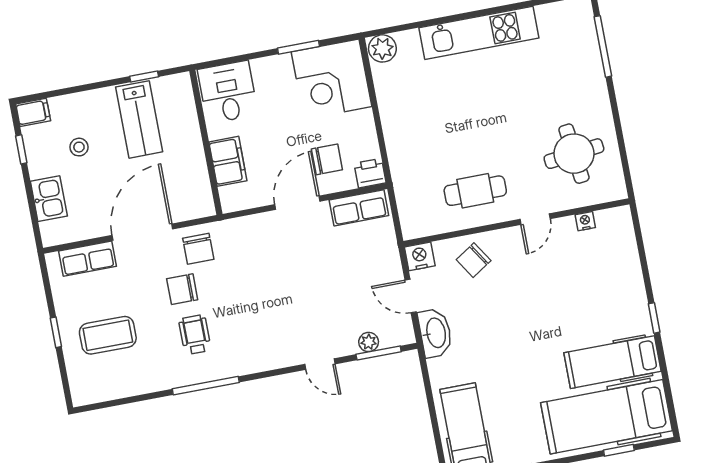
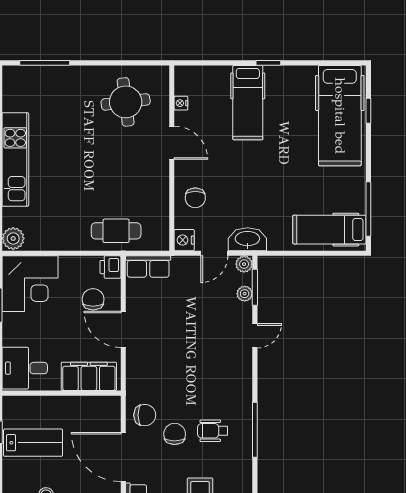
filing cabinet: (228, 161) -> (89, 376), width x1.50, depth x1.17
cafe table: (475, 191) -> (116, 231), moved, turned 90
row of seats: (359, 208) -> (148, 267), moved, turned 90
door: (535, 219) -> (172, 143), width x1.38
chair: (474, 260) -> (195, 198), turned 33
chair: (182, 289) -> (175, 434), turned 180
plant: (404, 335) -> (244, 264), added
hospital bed: (613, 362) -> (248, 103), moved

